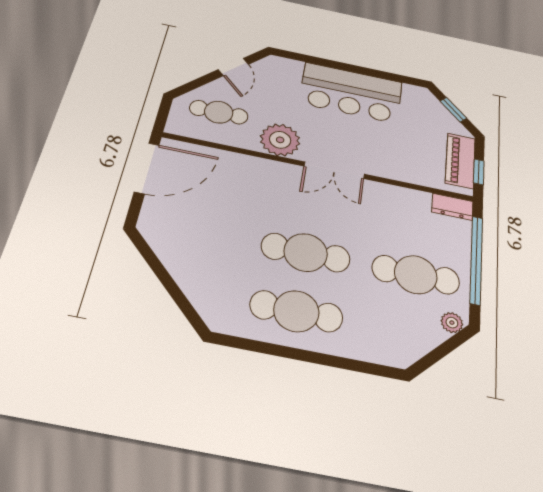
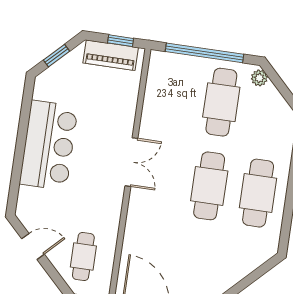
plant: (280, 140) -> (106, 206), removed
dresser: (452, 207) -> (157, 67), removed

